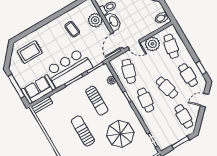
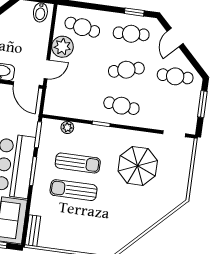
cafe table: (129, 71) -> (73, 99), removed
sun lounger: (83, 131) -> (74, 190), moved

